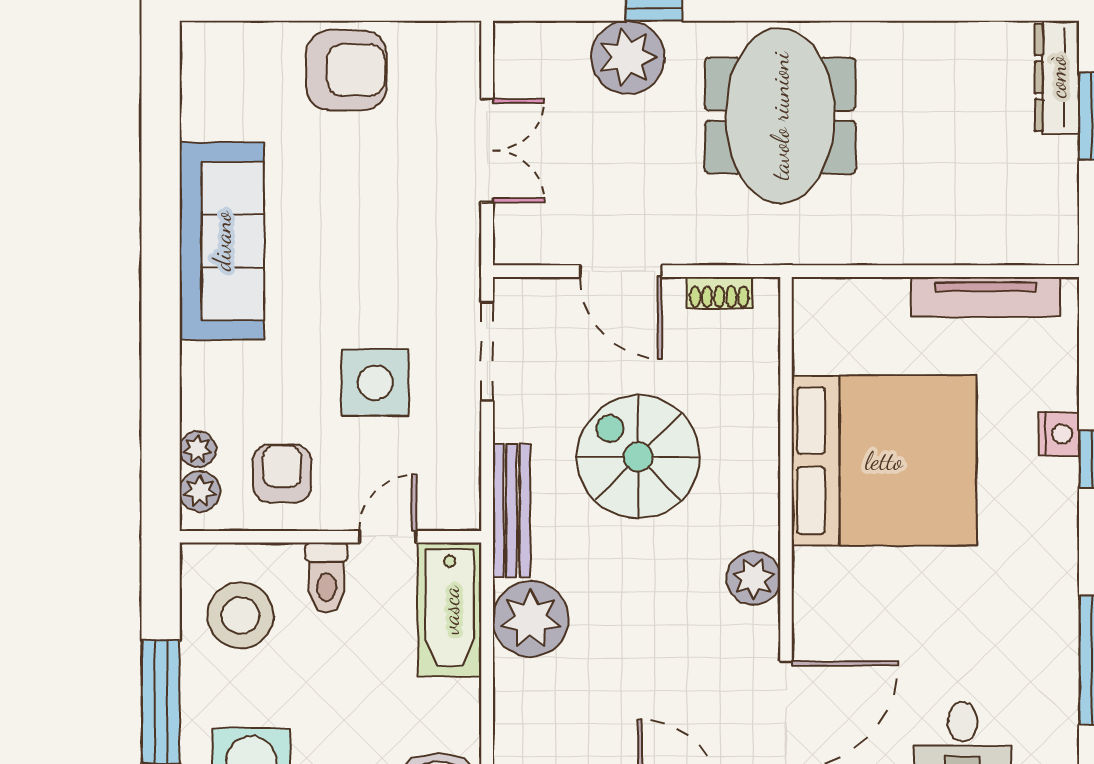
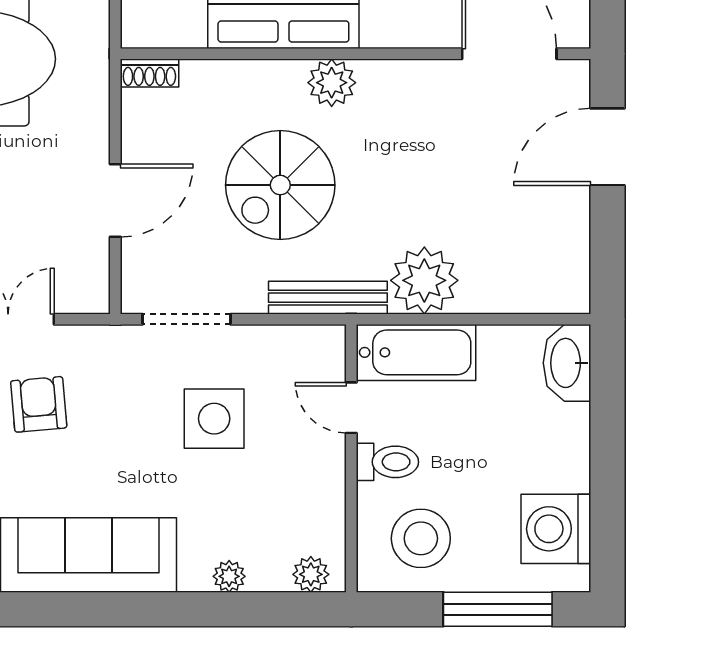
shoe rack: (719, 293) -> (149, 73), moved, turned 90
plant: (198, 449) -> (229, 576), moved
armchair: (282, 474) -> (39, 404), moved, turned 85
plant: (753, 578) -> (332, 83), moved

